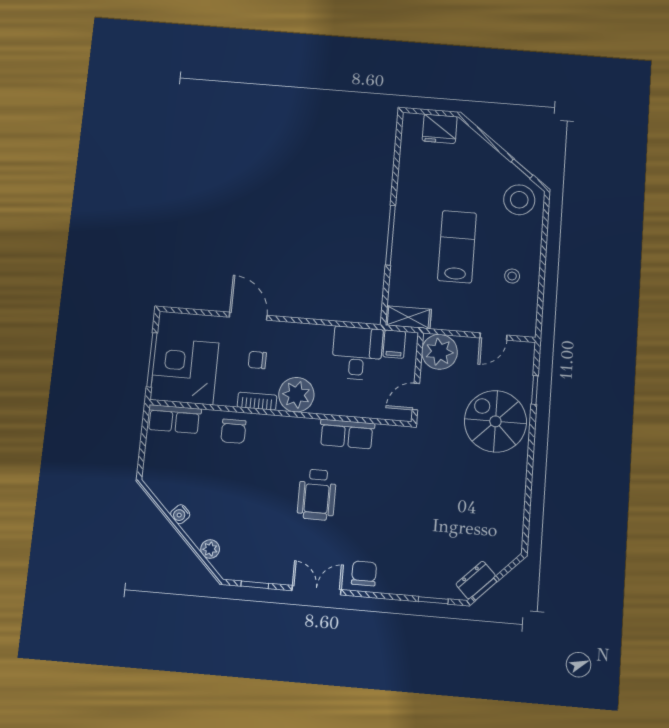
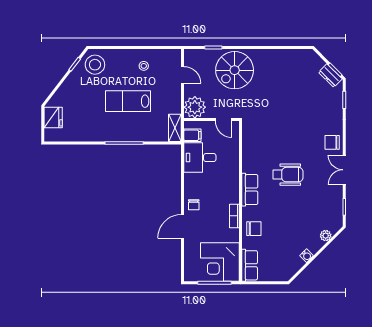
chair: (257, 360) -> (194, 205), moved
plant: (296, 395) -> (228, 192), removed
row of seats: (347, 434) -> (250, 190), moved

